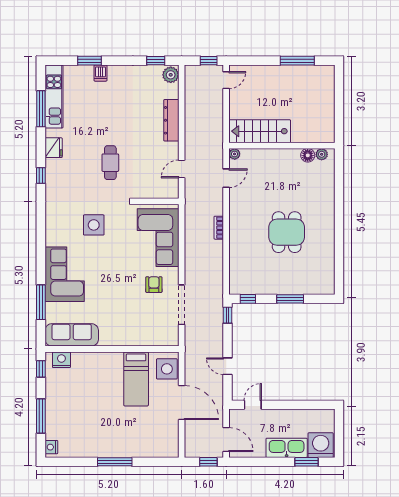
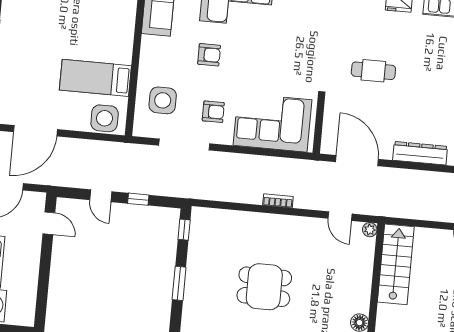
door: (182, 169) -> (357, 161), width x1.88
side table: (94, 225) -> (163, 100), moved
armchair: (110, 292) -> (209, 55), added
window: (228, 315) -> (138, 199), moved
door: (228, 366) -> (101, 196), swing flipped
door: (182, 403) -> (35, 131), moved

